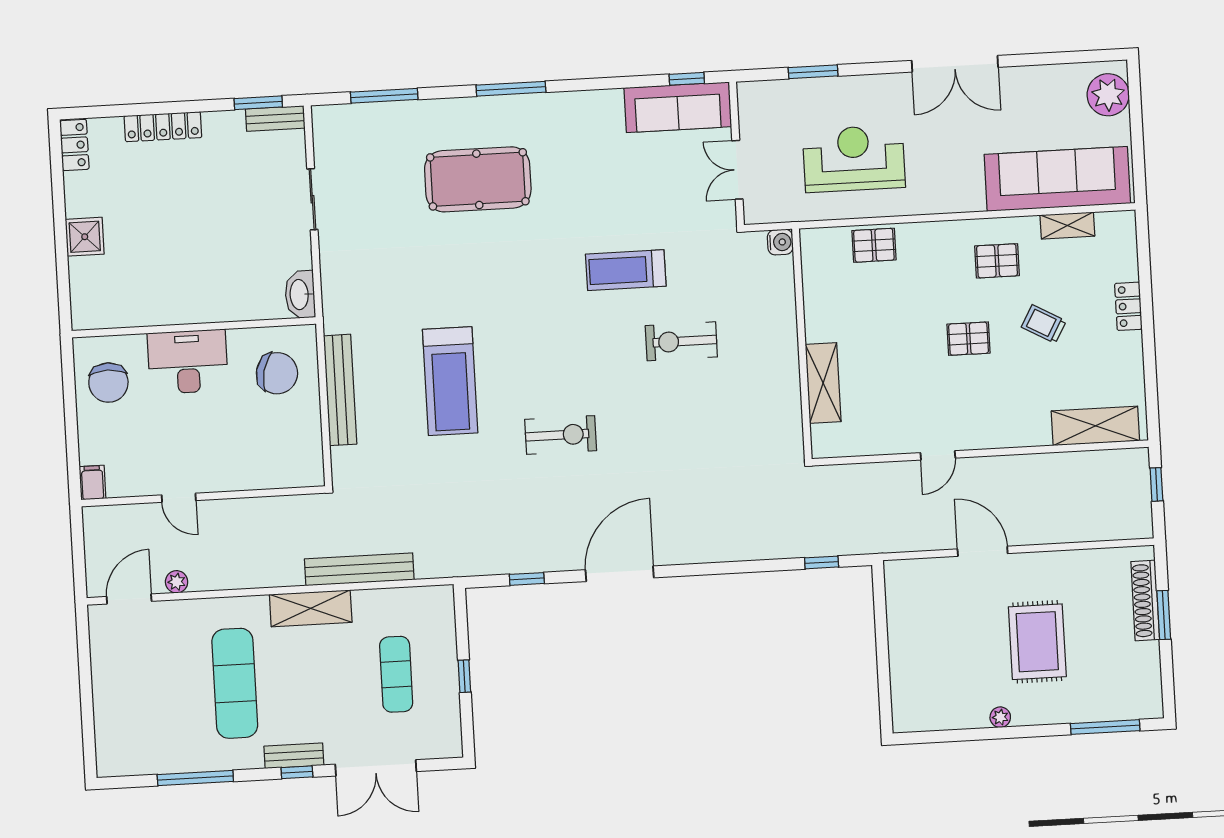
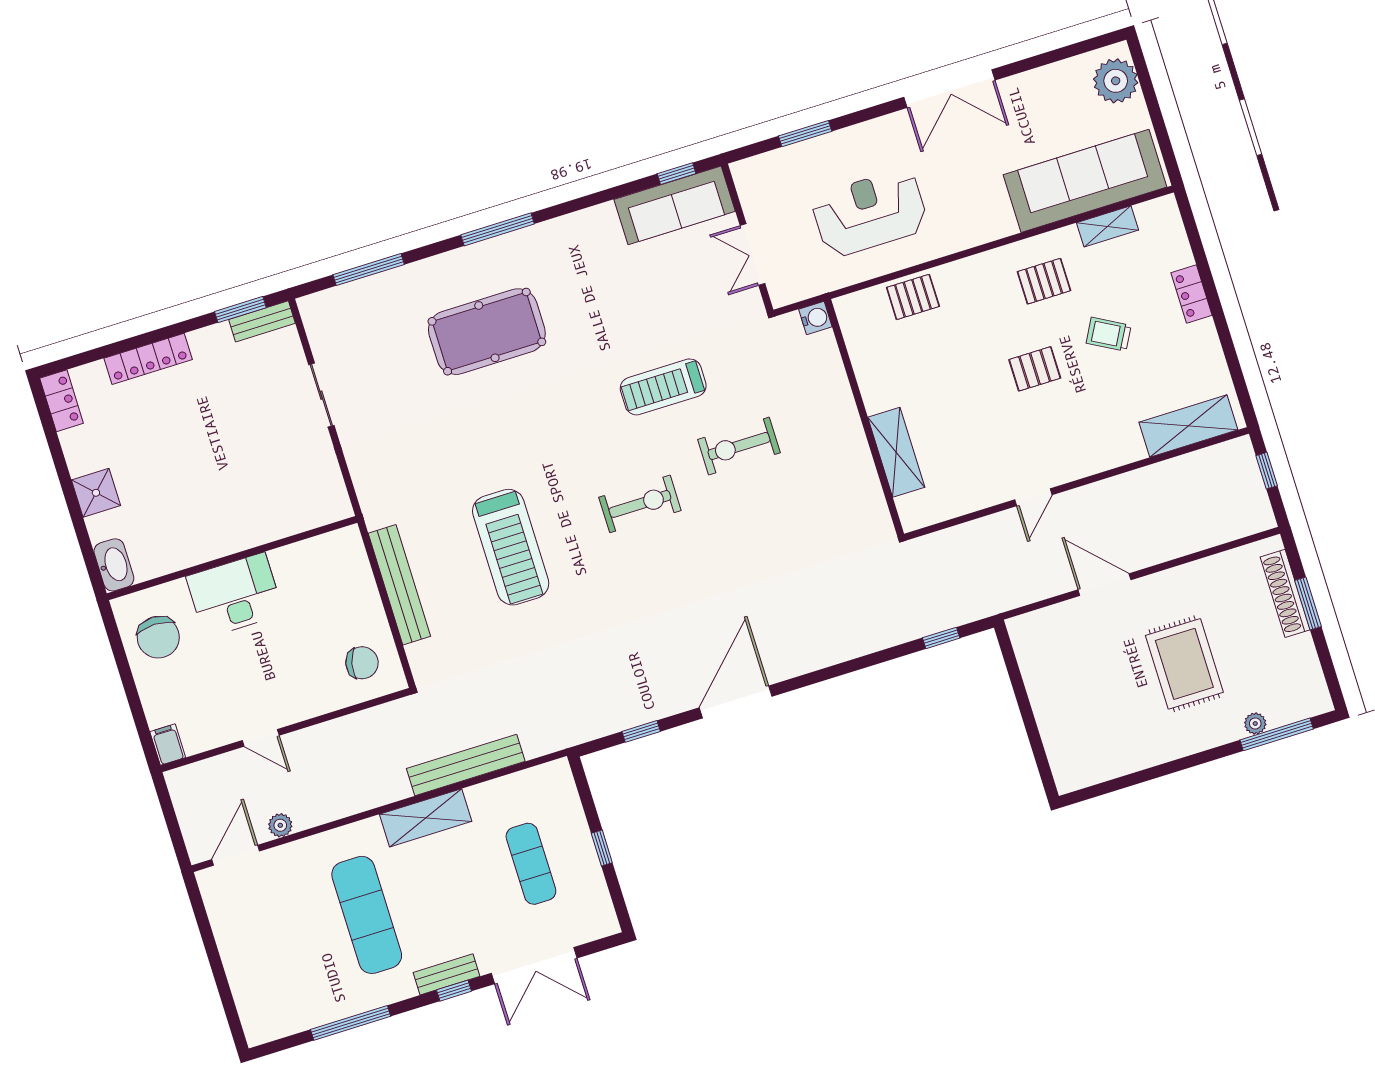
washbasin: (300, 294) -> (114, 565), moved, turned 180
chair: (277, 373) -> (362, 663), moved, width x0.73, depth x0.73
exercise bike: (561, 435) -> (640, 504), moved
plant: (1000, 717) -> (1255, 724), moved

